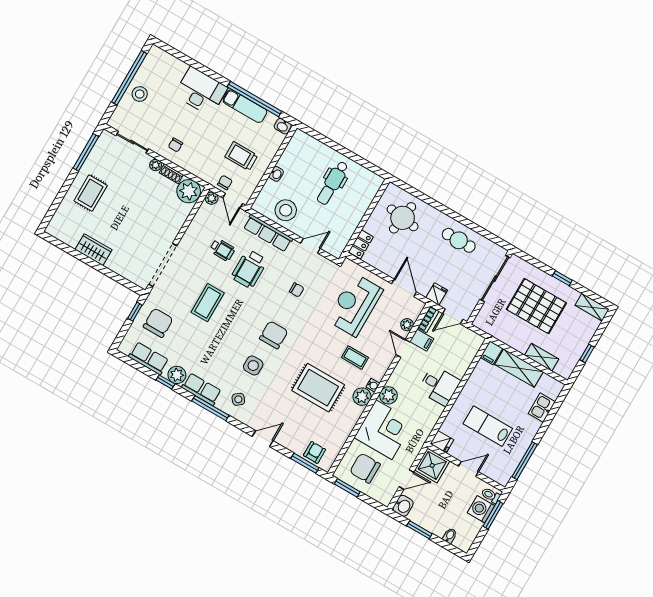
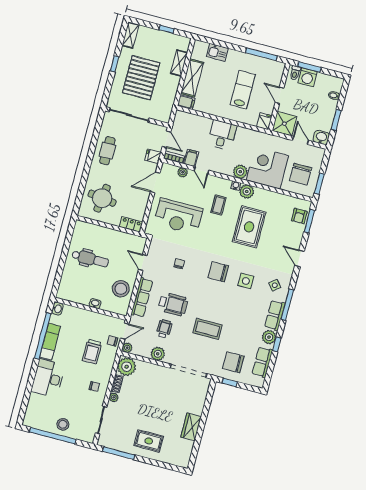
trolley: (241, 156) -> (92, 352), moved
plant: (194, 233) -> (158, 354), added
door: (403, 348) -> (201, 170), hinge flipped
lab bench: (488, 426) -> (243, 90), turned 180
armchair: (315, 452) -> (299, 216), turned -90

